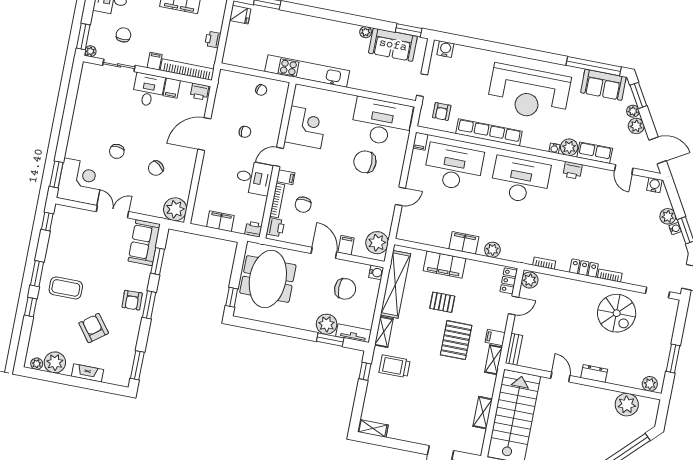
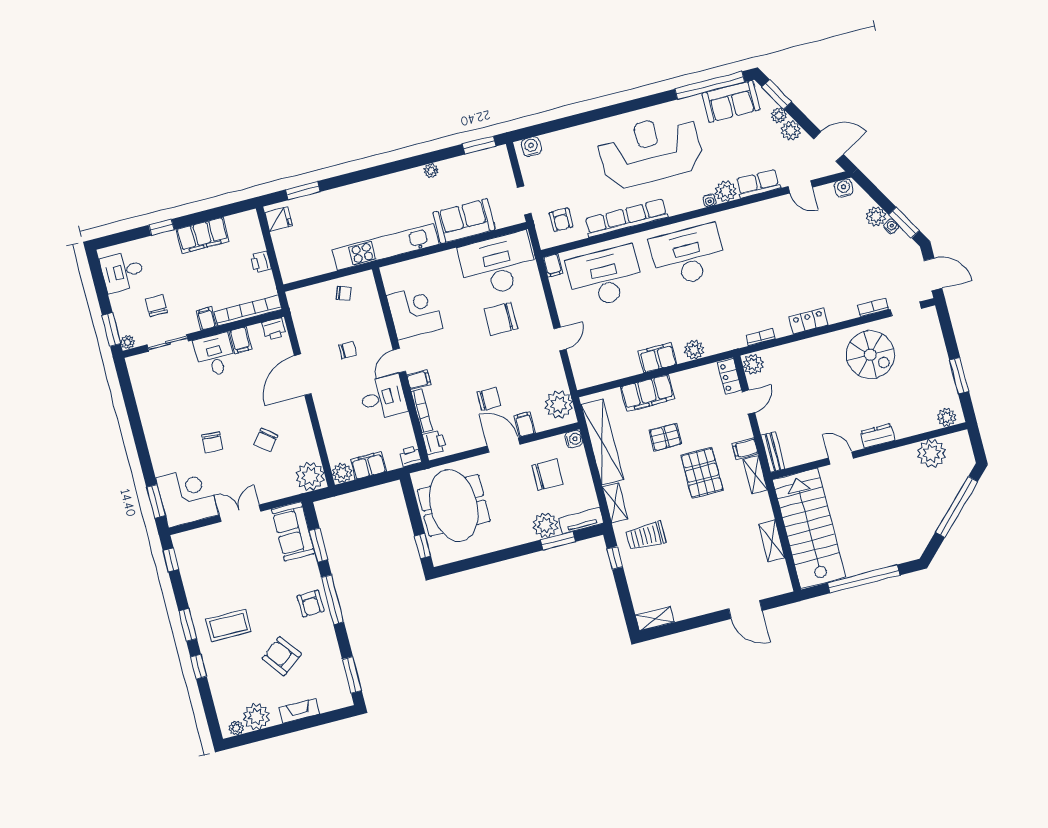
sofa: (393, 45) -> (464, 221), moved, turned 180
reception desk: (529, 93) -> (650, 151), turned 180
printer: (573, 170) -> (742, 216), removed
chair: (303, 205) -> (489, 399), moved, turned -90
plant: (199, 218) -> (342, 473), added
bookcase: (610, 276) -> (873, 308), moved
window: (149, 305) -> (333, 600), width x1.44

